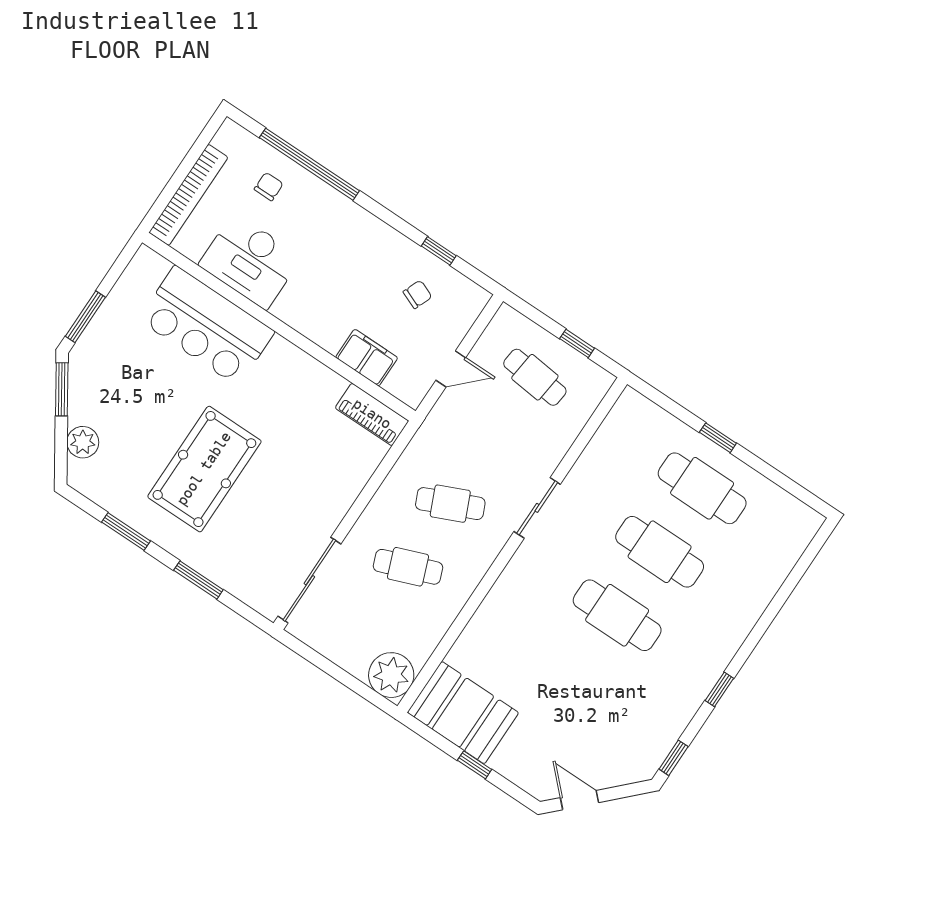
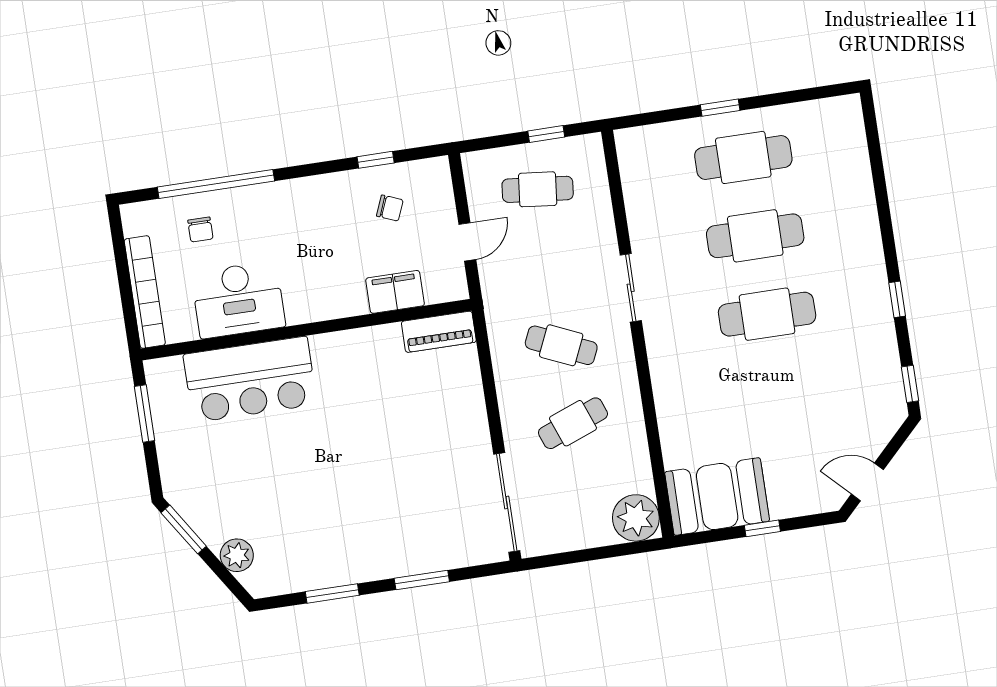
chair: (269, 187) -> (200, 229), turned 180
chair: (418, 294) -> (390, 208), turned 90
window: (85, 317) -> (144, 414), moved
pool table: (204, 469) -> (349, 491), removed
cafe table: (450, 504) -> (561, 345), turned 48

